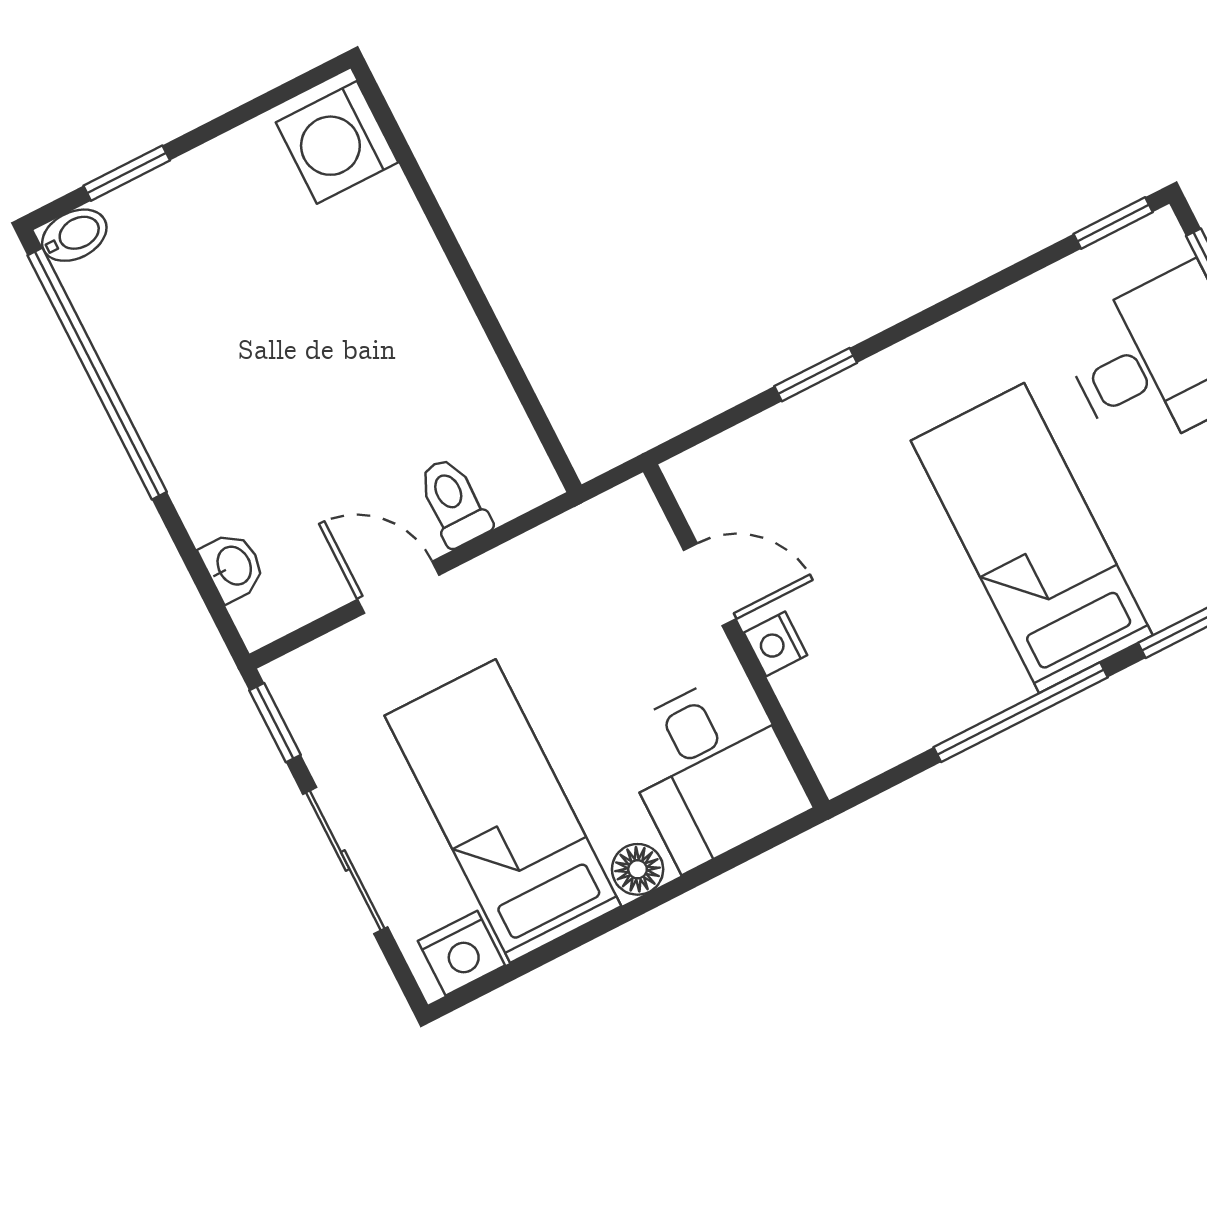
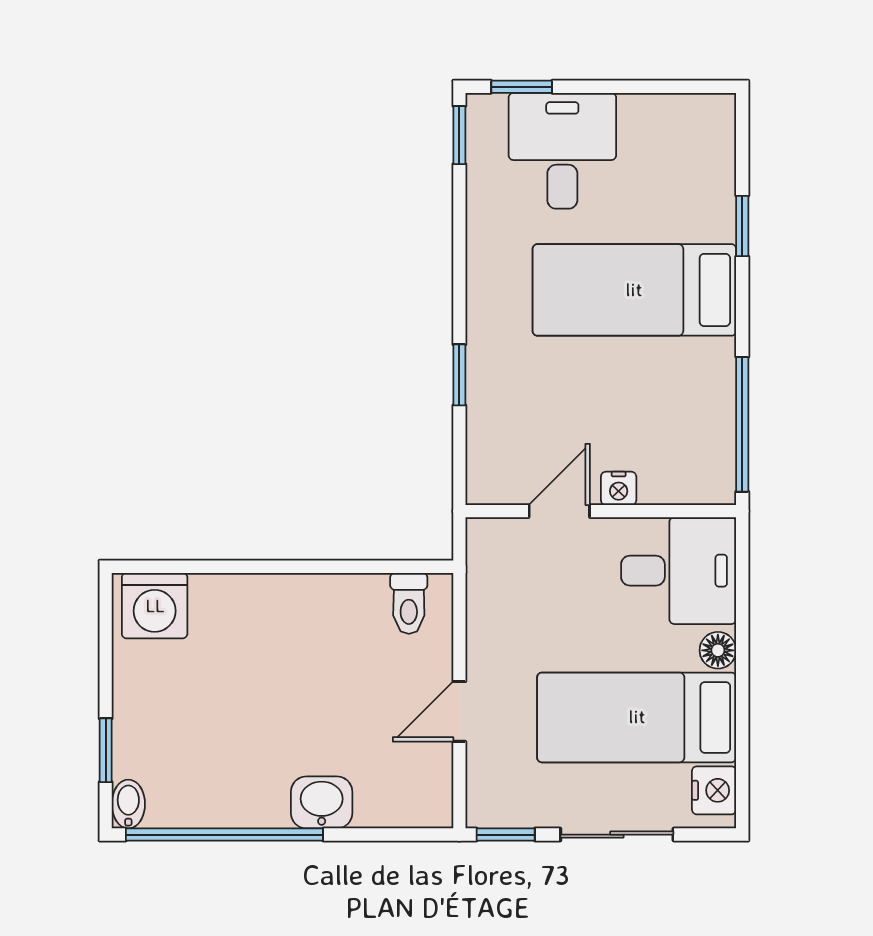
toilet: (454, 502) -> (409, 603), moved, turned -90
washbasin: (233, 566) -> (322, 802), moved, width x1.38, depth x1.45
window: (1021, 712) -> (742, 424), moved

